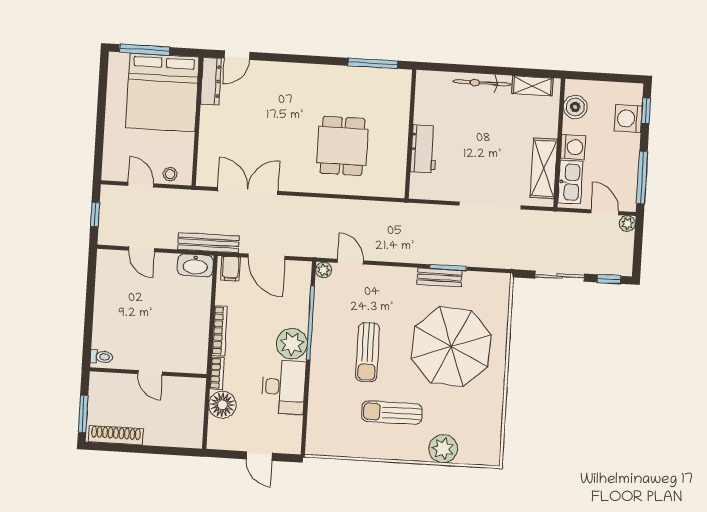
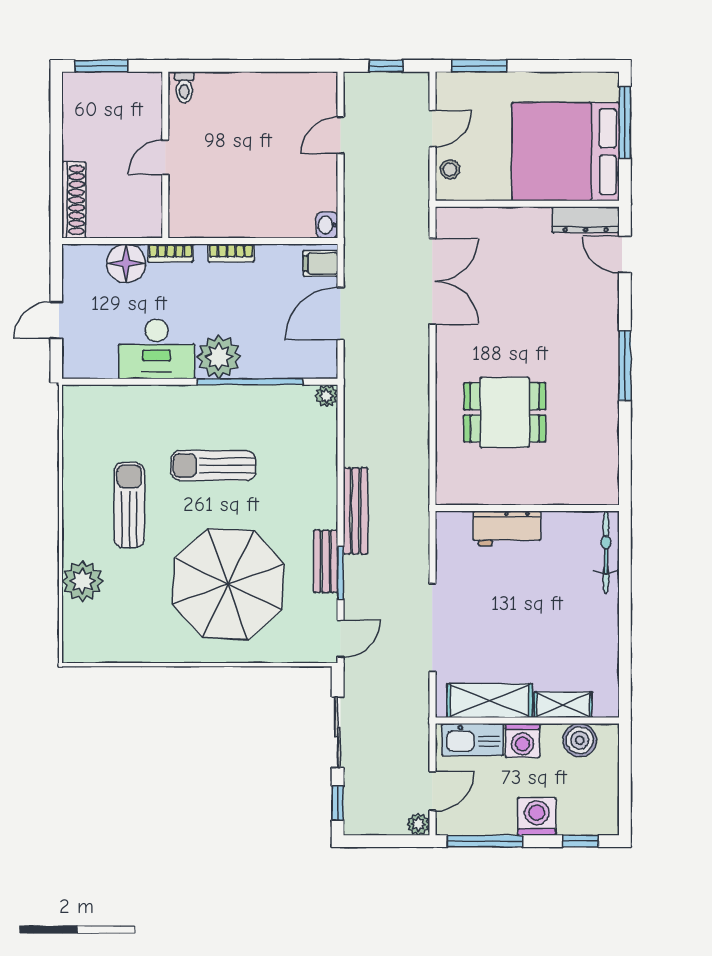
window: (373, 63) -> (625, 366), moved
bicycle: (482, 83) -> (606, 552), moved
shelving: (532, 86) -> (563, 705), moved, turned 90
washing machine: (628, 119) -> (537, 816), moved
window: (99, 149) -> (479, 66), added
bench: (208, 243) -> (355, 511), moved
door: (350, 262) -> (341, 639), moved
washbasin: (195, 265) -> (327, 225), width x0.52, depth x0.69
bookcase: (220, 331) -> (231, 253), width x0.64
shoe rack: (116, 435) -> (74, 200), moved

